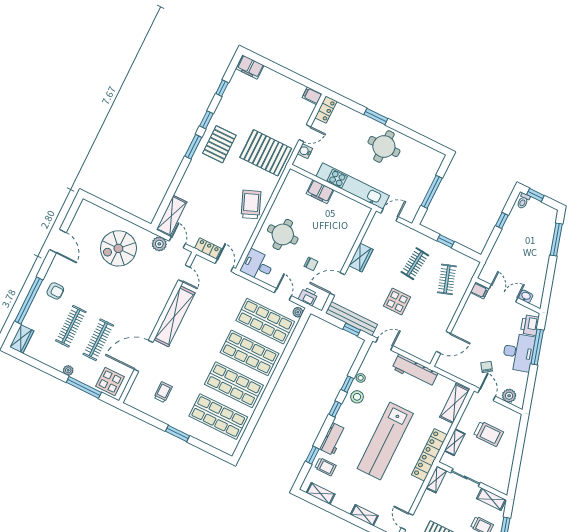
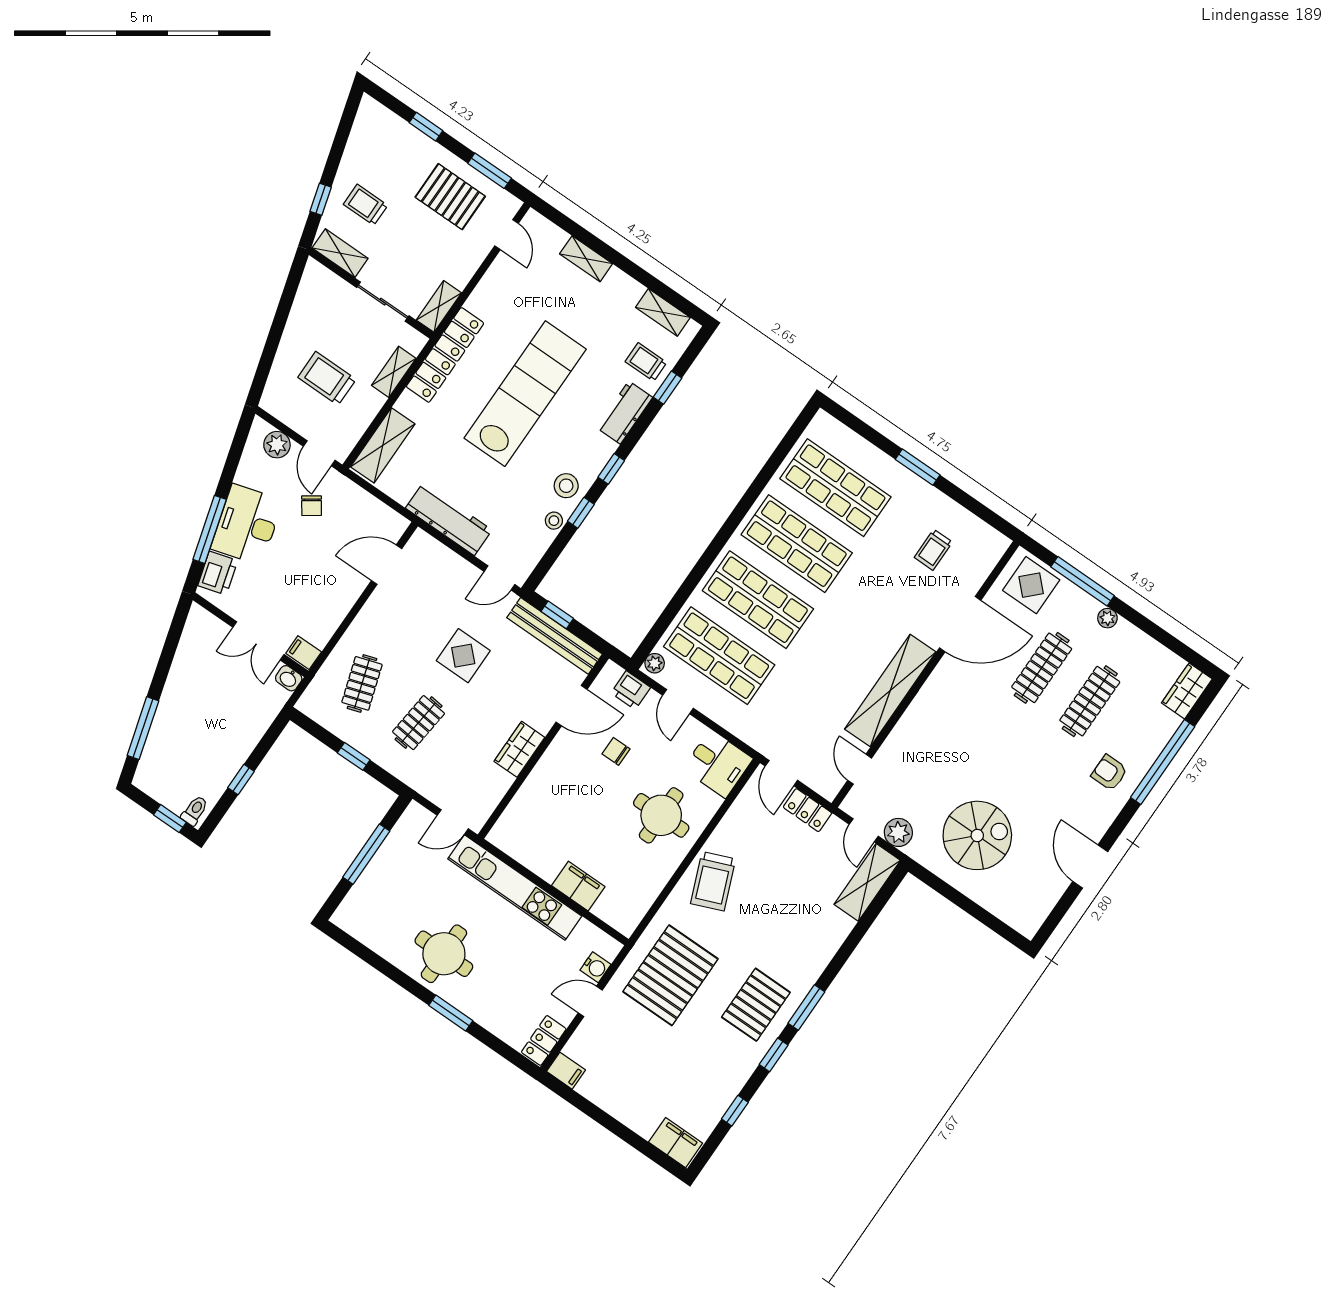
pallet: (266, 153) -> (670, 975), turned 90
washbasin: (526, 296) -> (289, 678), moved

